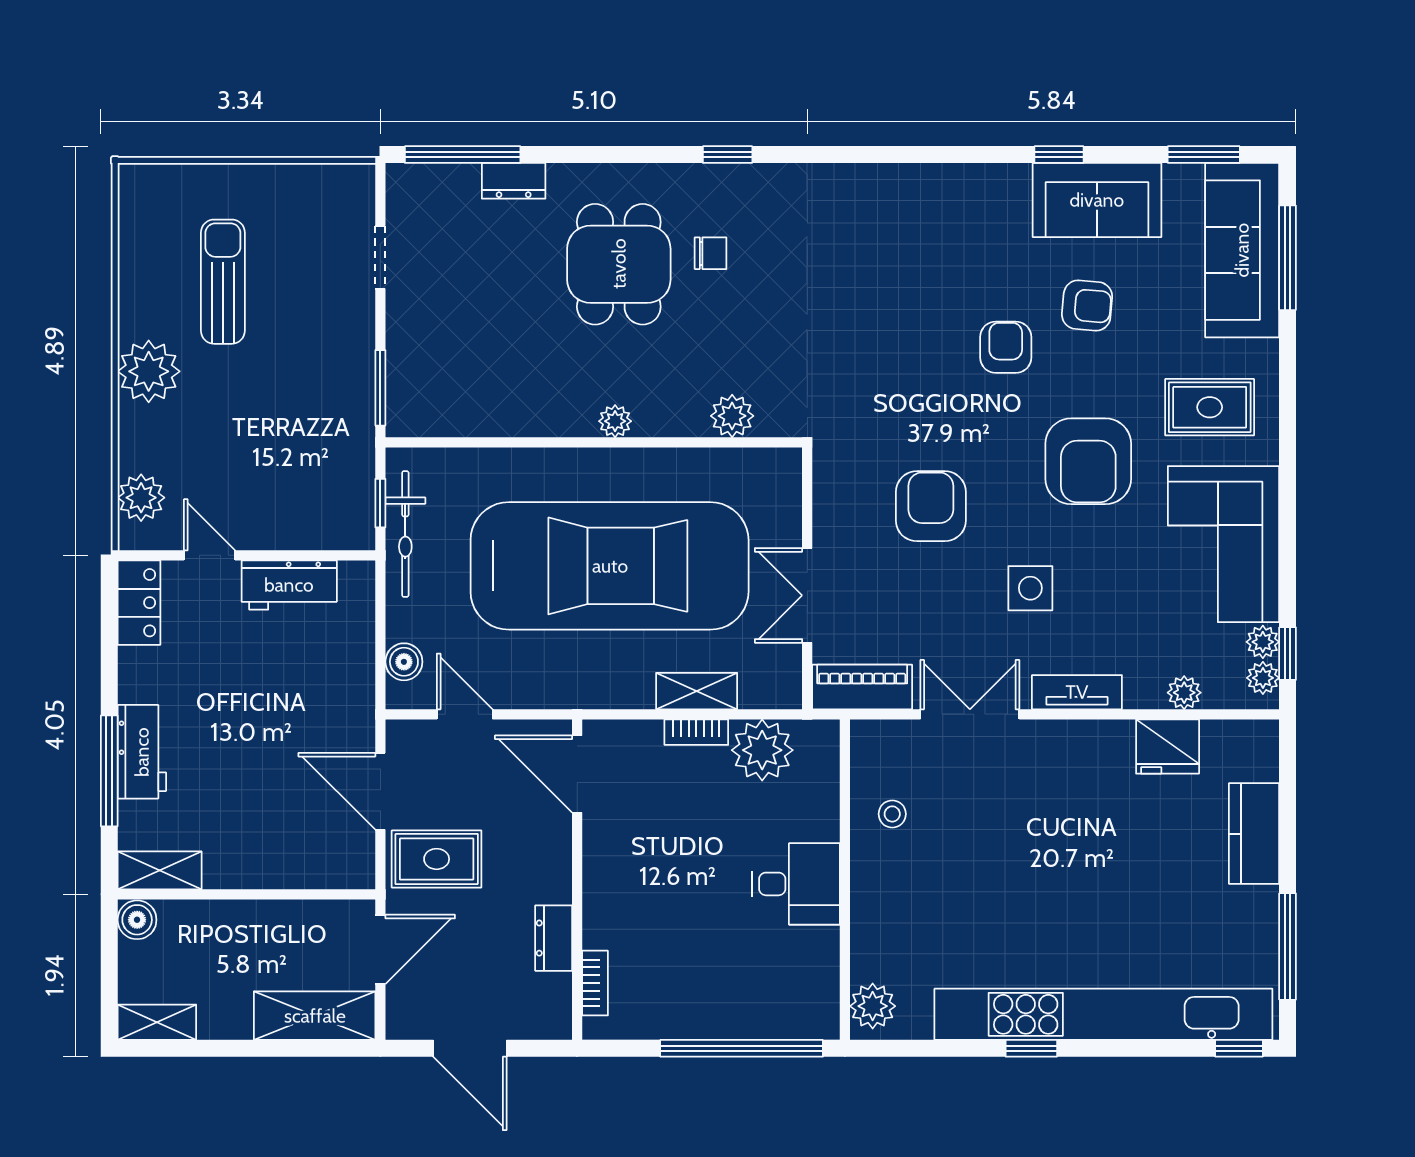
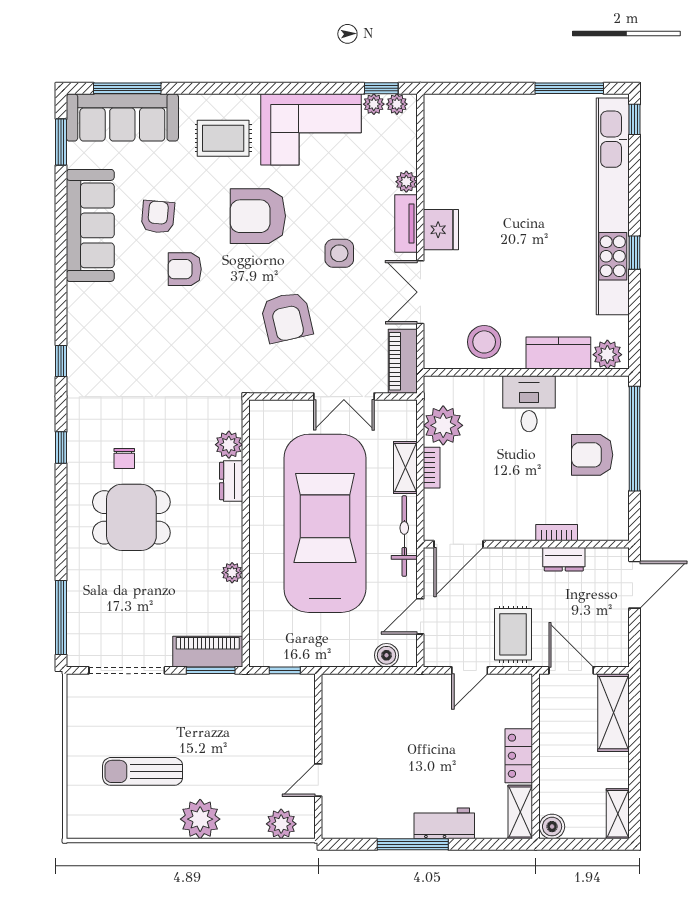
window: (1059, 155) -> (61, 361), moved
dresser: (514, 181) -> (231, 481), moved, turned 180
sofa: (1097, 200) -> (90, 225), width x1.36
chair: (711, 253) -> (124, 459), turned 180
doorway: (380, 257) -> (127, 670), width x1.87
piano: (410, 383) -> (208, 652), added
rug: (1210, 407) -> (223, 138), turned 90
plant: (615, 421) -> (232, 573), moved
armchair: (1088, 461) -> (258, 216), turned 180
armchair: (931, 506) -> (287, 317), turned -103
bicycle: (405, 534) -> (404, 536), moved, turned -90
workbench: (289, 585) -> (337, 729), removed
locker: (139, 603) -> (519, 756), moved, turned -90
plant: (1184, 693) -> (406, 182), moved
fridge: (1168, 747) -> (441, 230), moved
window: (109, 771) -> (413, 844), moved
door: (380, 791) -> (470, 670), width x0.73
stool: (892, 814) -> (484, 342), width x1.89, depth x1.89
kitchen counter: (1254, 834) -> (558, 353), moved, turned 180
armchair: (716, 982) -> (592, 455), added
bookcase: (595, 983) -> (557, 533), moved
door: (470, 1048) -> (635, 585), moved

